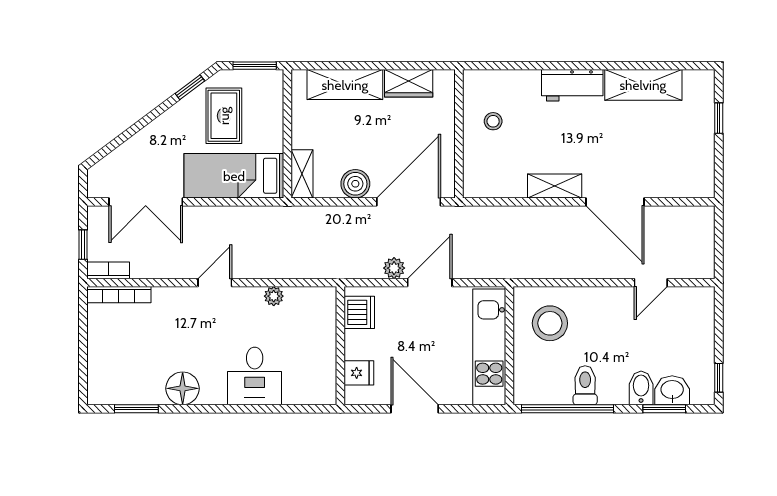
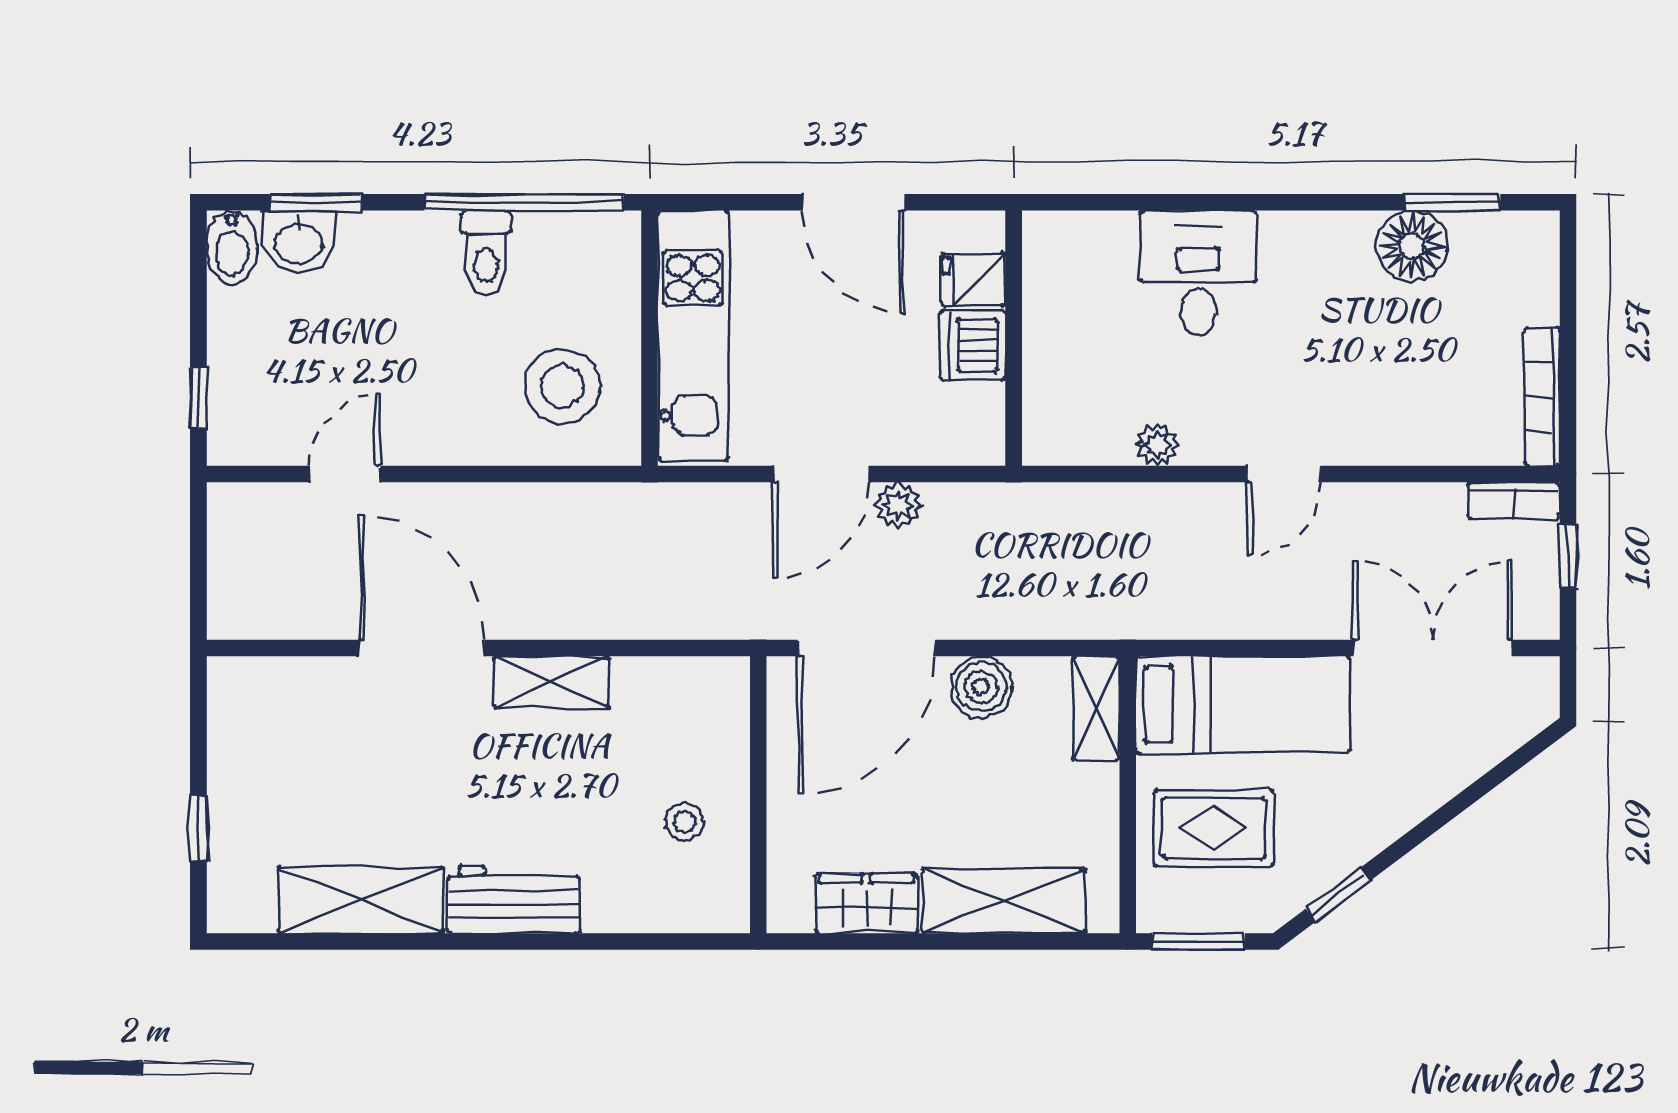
rug: (224, 116) -> (1214, 828), moved, turned 90
bookcase: (119, 295) -> (1542, 397), moved, turned -90
dishwasher: (359, 312) -> (973, 345), moved
window: (719, 378) -> (198, 398), moved
floor lamp: (183, 388) -> (1412, 246), moved
bidet: (641, 388) -> (232, 247), moved

